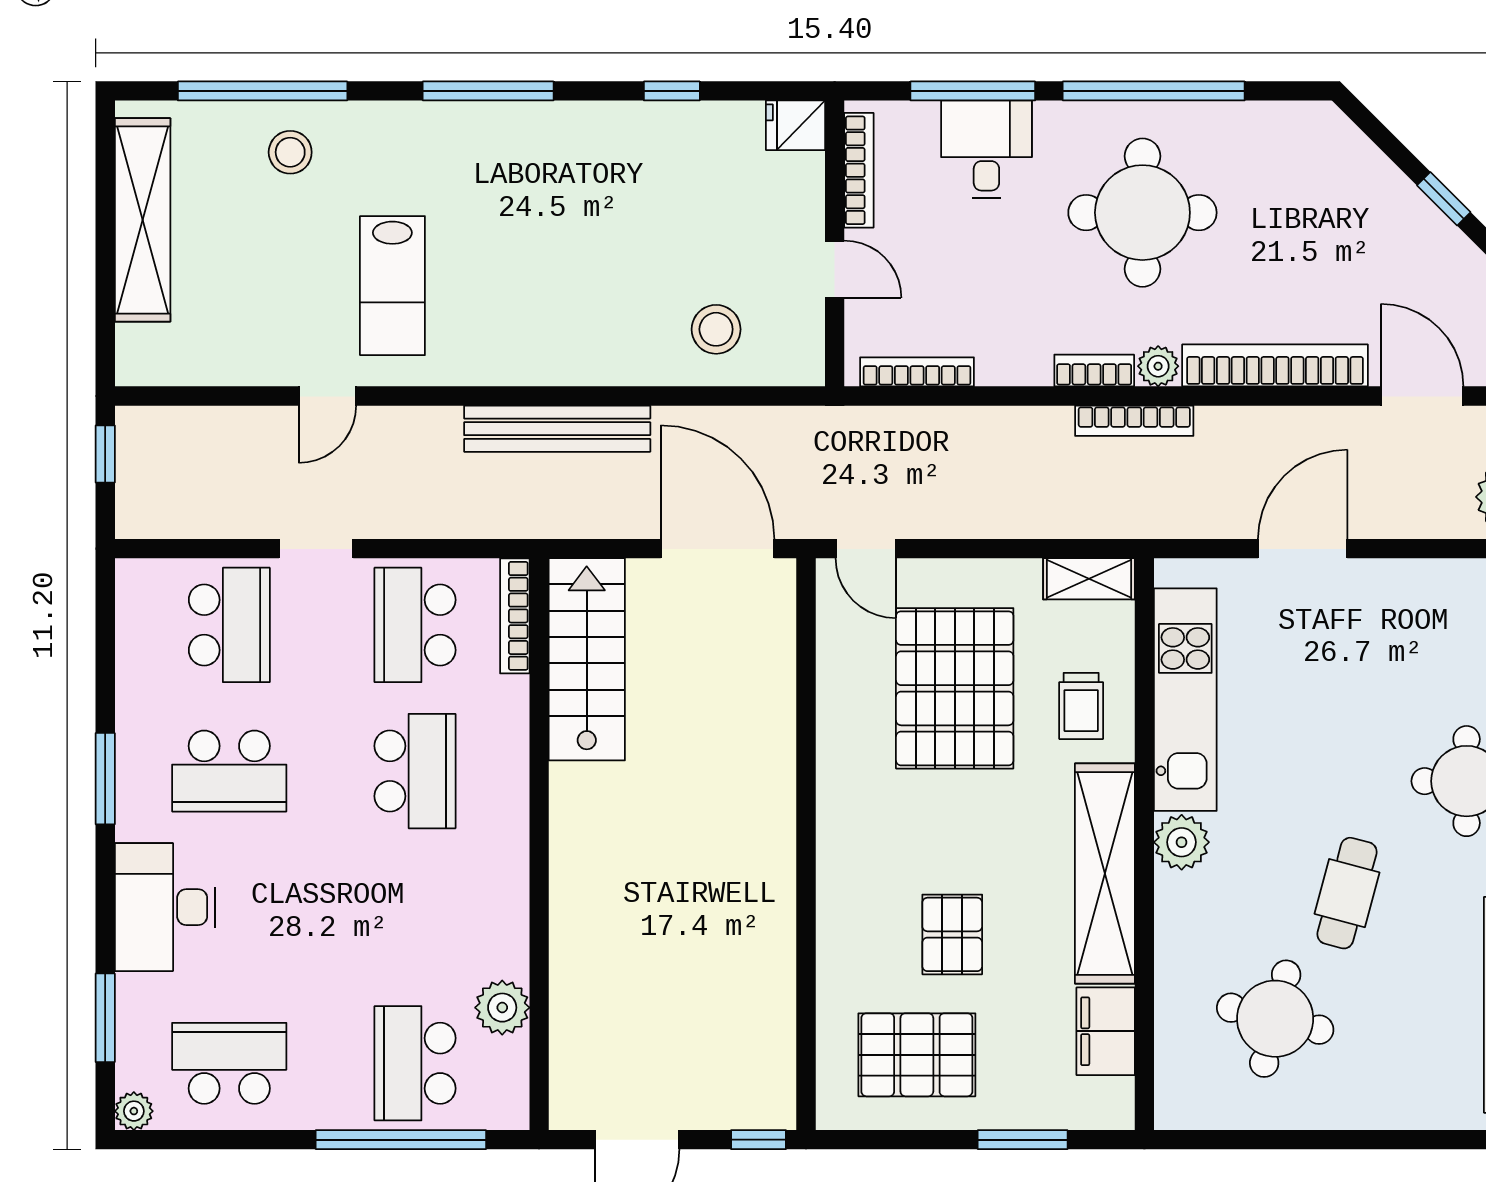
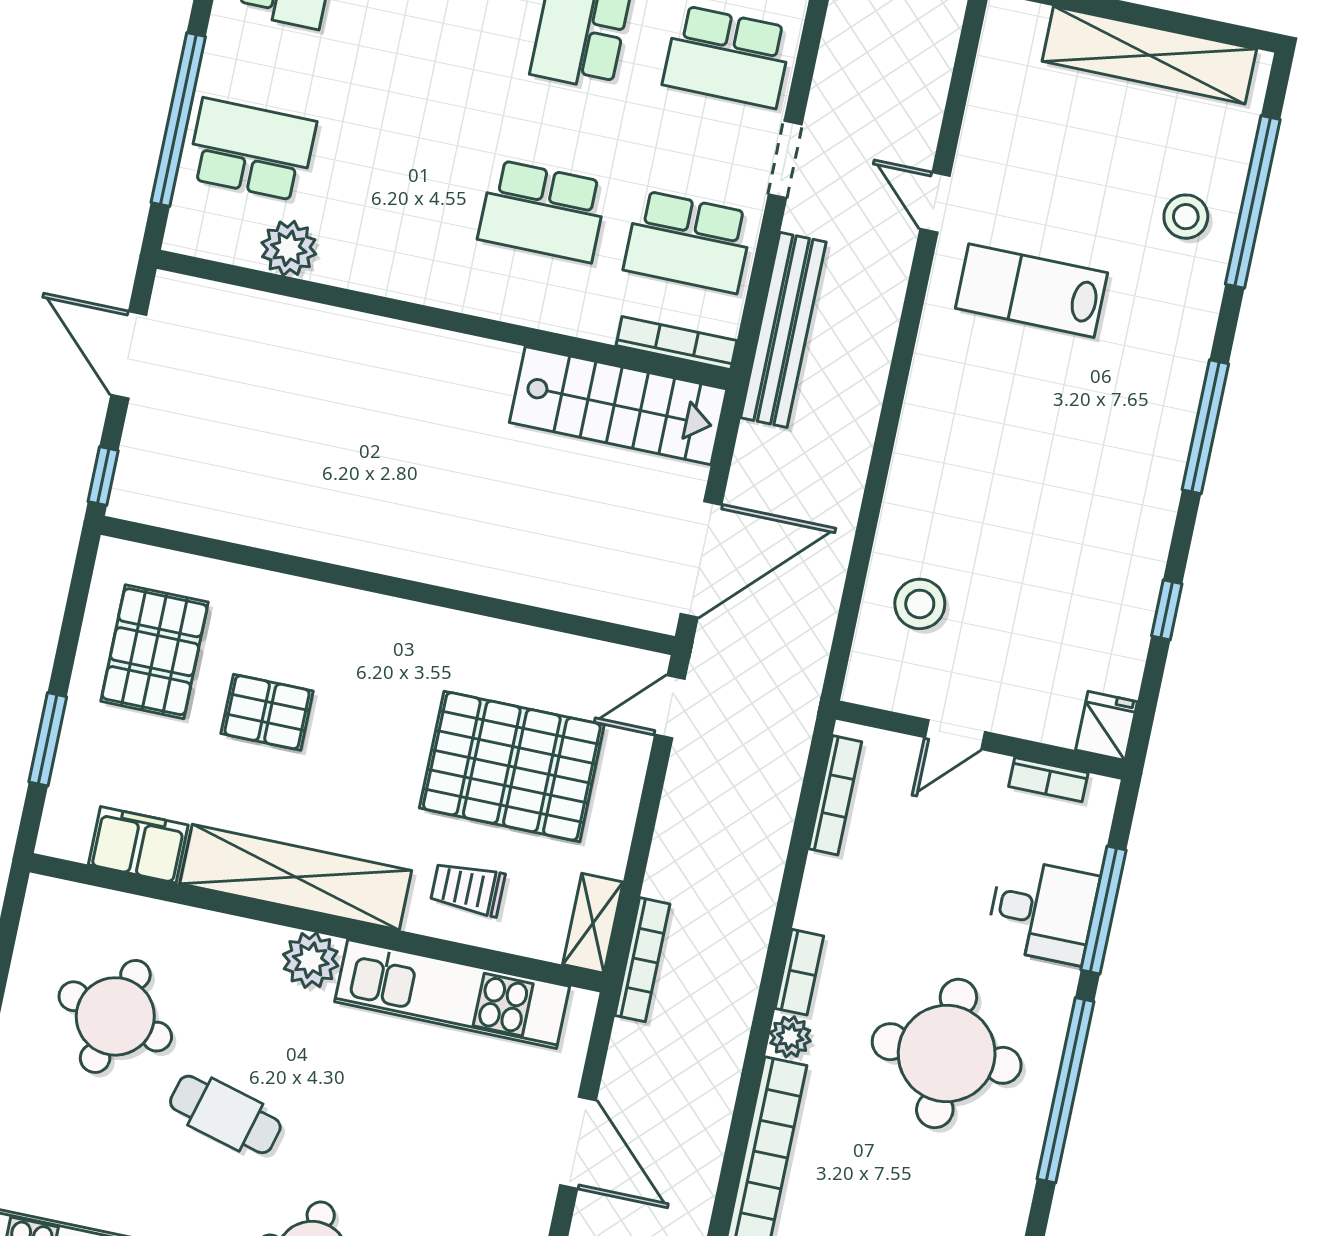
bookcase: (859, 170) -> (1048, 780), width x0.64
bookcase: (1134, 421) -> (642, 960), moved, turned 180
bench: (557, 429) -> (783, 330), moved
school desk: (415, 625) -> (688, 242), turned 180

